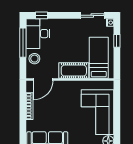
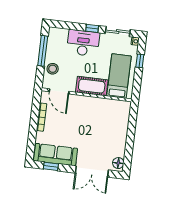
window: (42, 15) -> (92, 28), moved
desk: (38, 34) -> (83, 43), moved, turned 90
door: (43, 79) -> (59, 91), hinge flipped
corner sofa: (98, 112) -> (111, 132), removed

